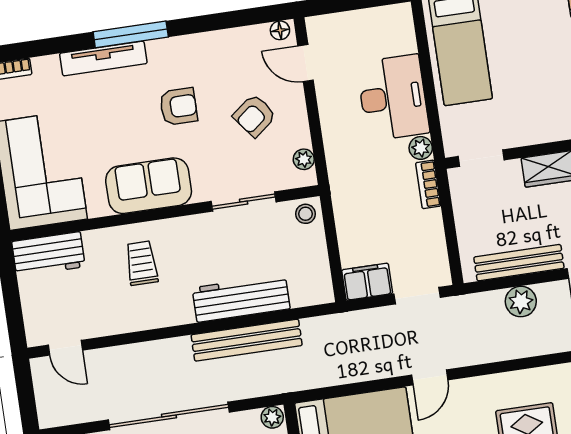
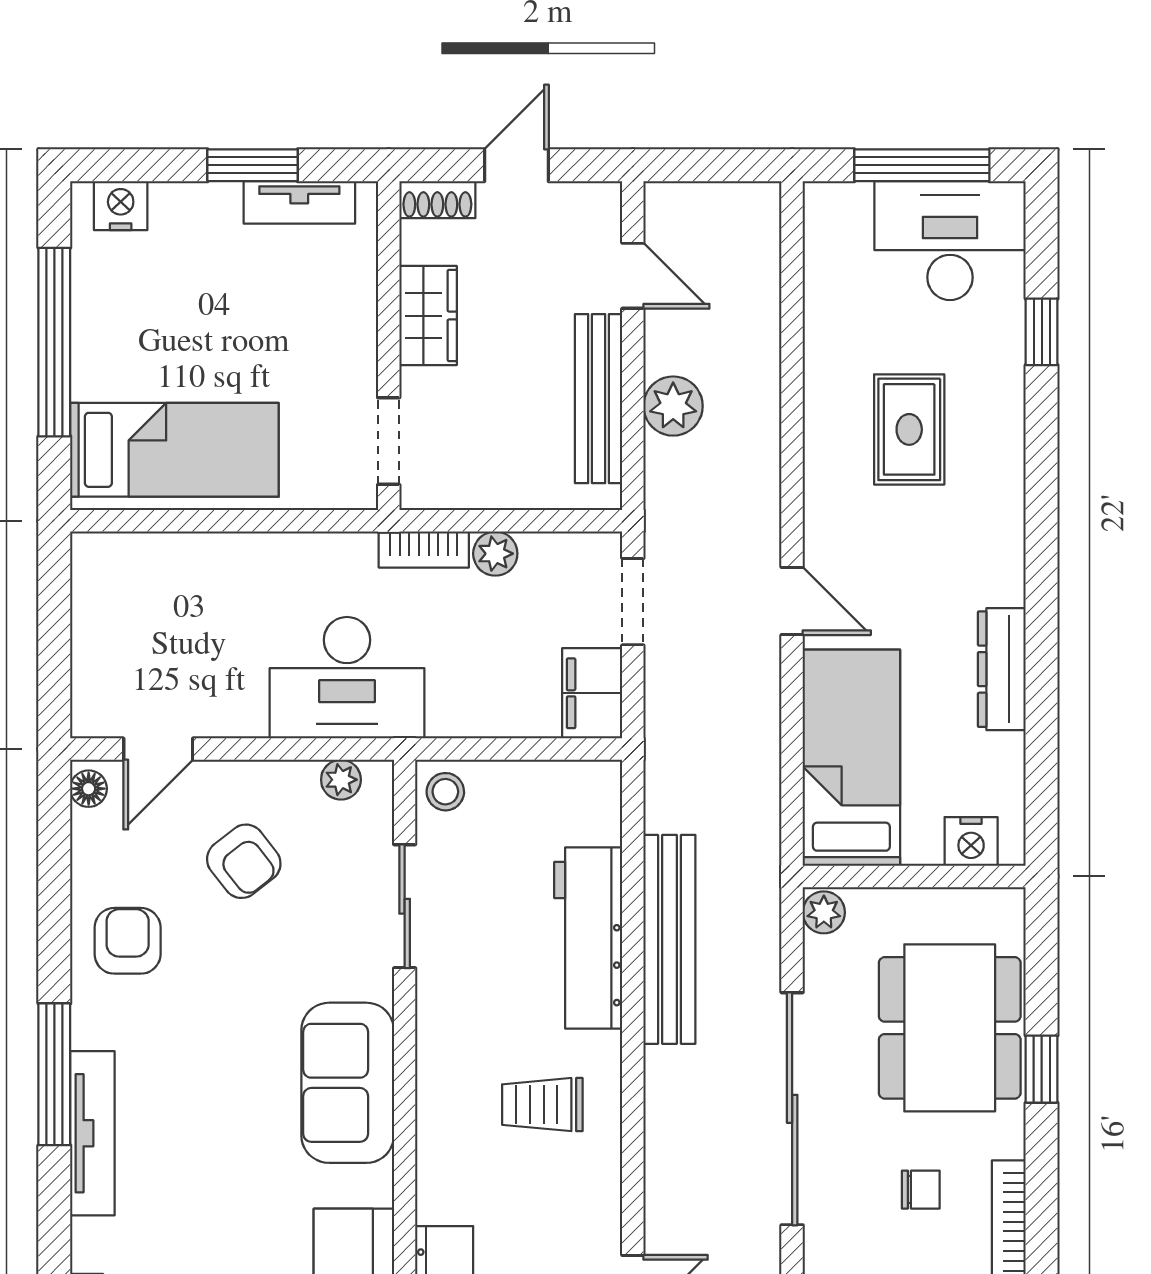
desk: (393, 98) -> (347, 678), moved, turned 180
armchair: (178, 106) -> (128, 941), moved
plant: (421, 148) -> (495, 554), moved
trolley: (142, 263) -> (542, 1105), moved

